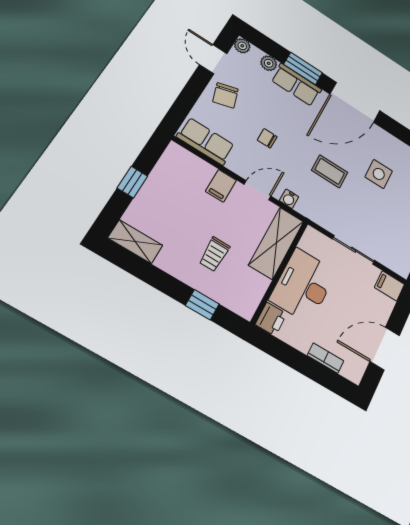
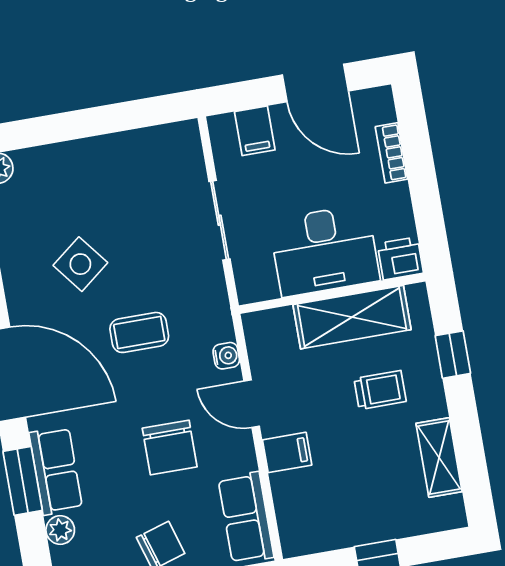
chair: (267, 138) -> (170, 447), width x1.87, depth x1.87
coffee table: (330, 171) -> (139, 332), turned 90
side table: (379, 174) -> (80, 264), turned -38
shelving: (135, 242) -> (439, 457), moved
shelving: (276, 243) -> (352, 317), moved
filing cabinet: (389, 286) -> (255, 131), moved

